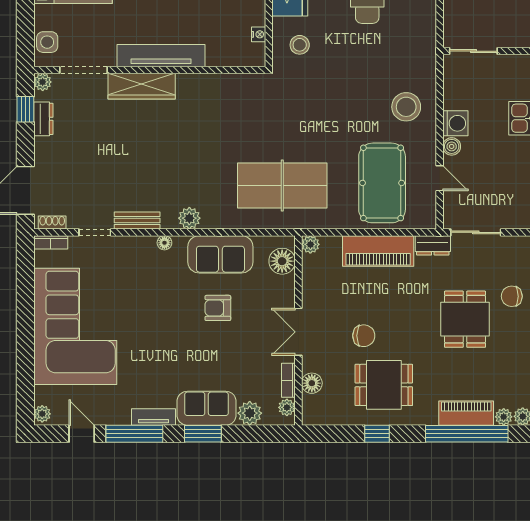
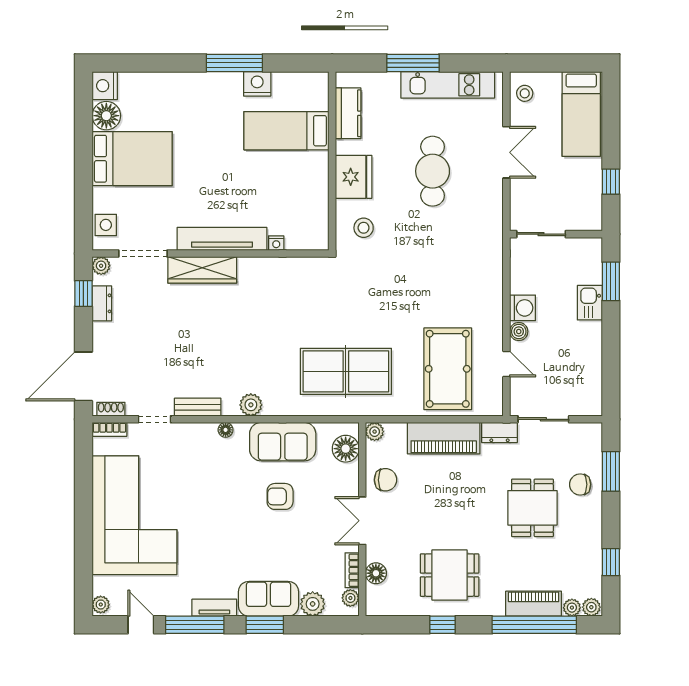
nightstand: (259, 34) -> (276, 243), moved, turned 90
stool: (406, 107) -> (472, 291), removed
chair: (364, 336) -> (385, 480), moved

